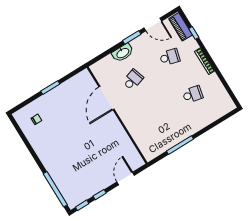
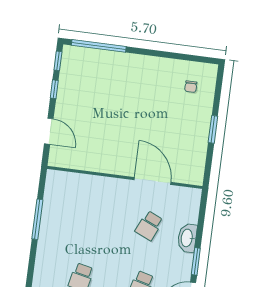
school desk: (133, 80) -> (149, 226), turned 42

